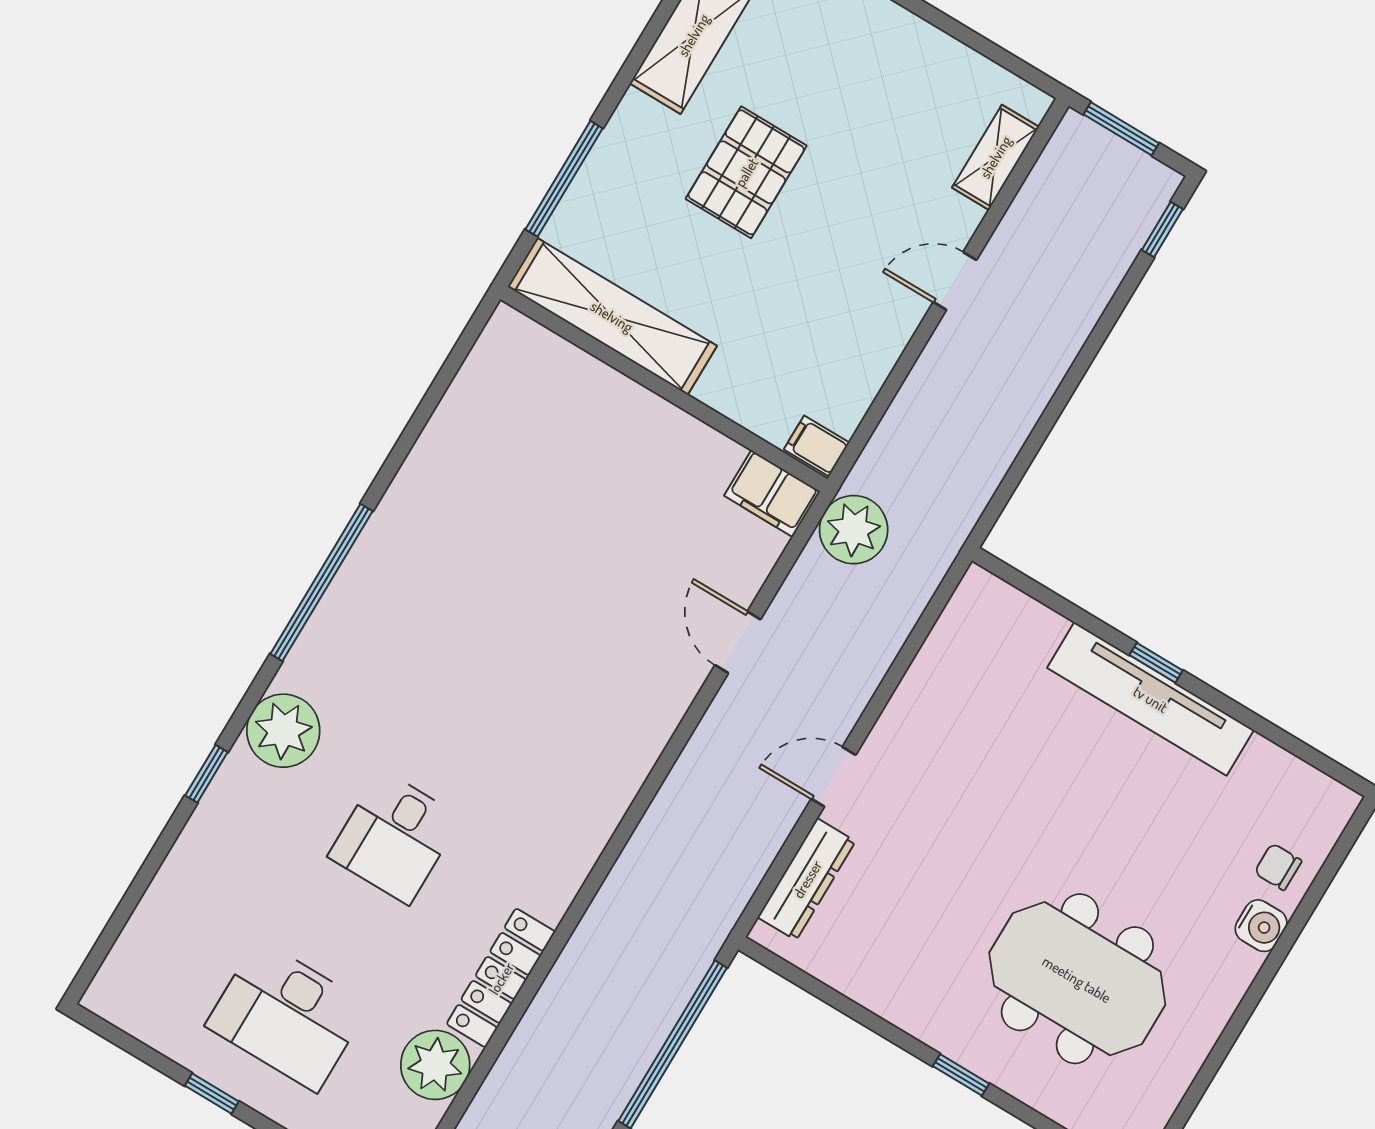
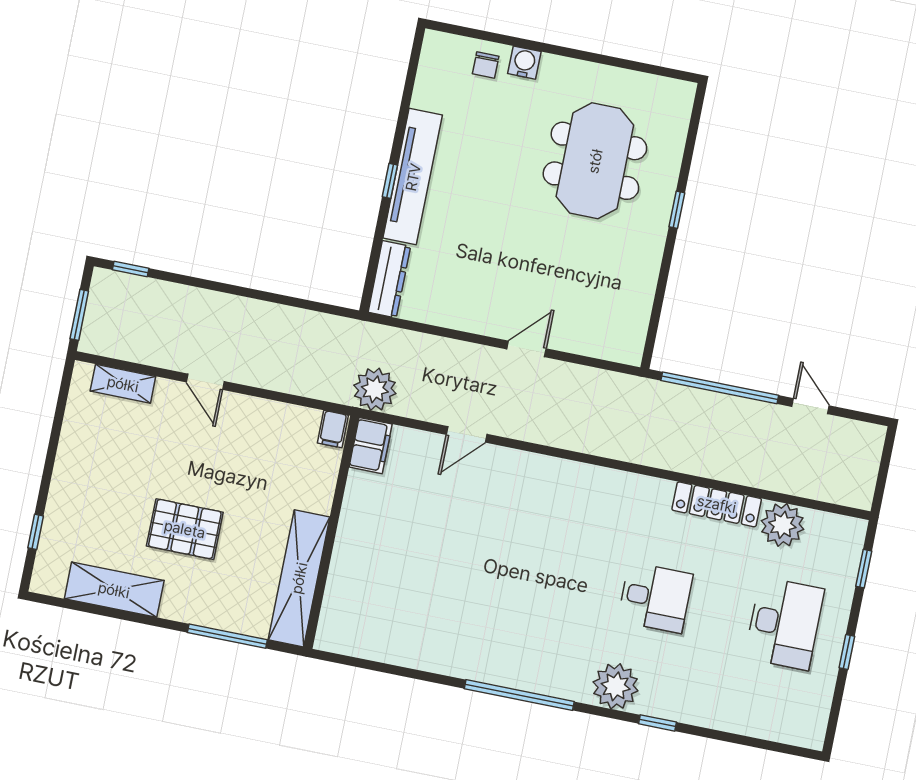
door: (833, 777) -> (526, 349), swing flipped
dresser: (807, 879) -> (389, 279), moved, turned 90

